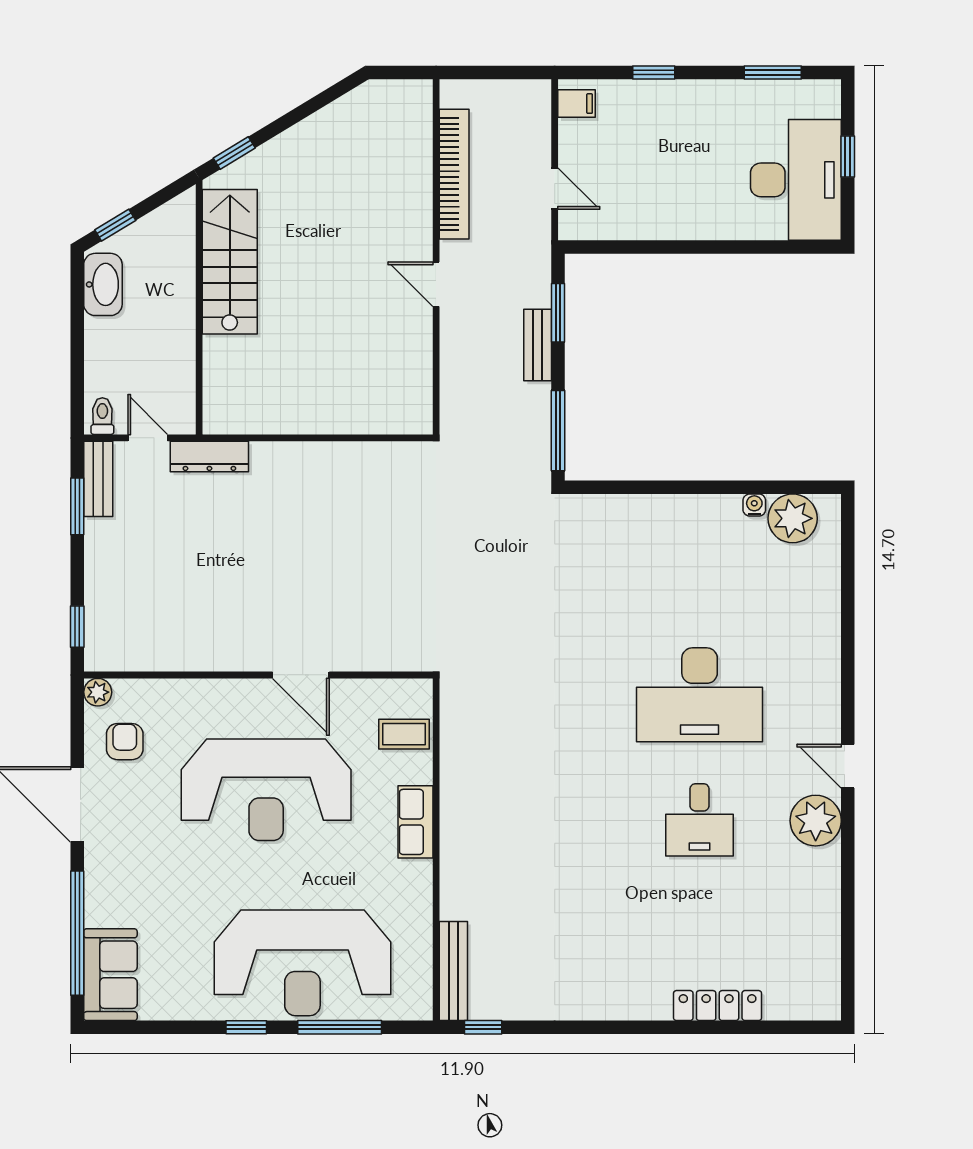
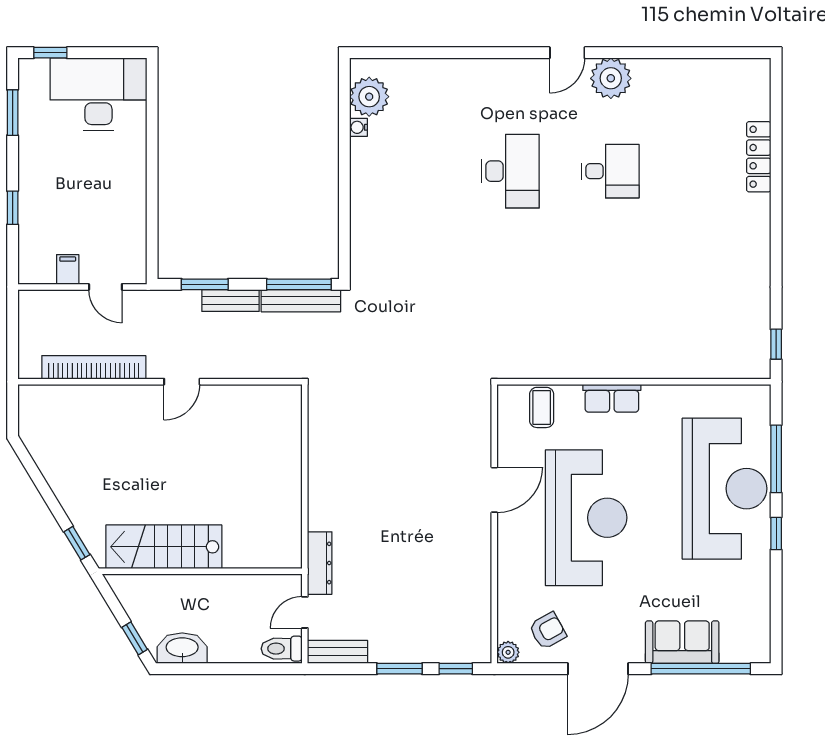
filing cabinet: (577, 104) -> (68, 269), moved
window: (848, 156) -> (50, 53), moved
door: (555, 189) -> (105, 287), swing flipped
toilet: (102, 416) -> (282, 649), width x1.37, depth x1.39
window: (77, 506) -> (399, 669), moved
desk: (700, 695) -> (510, 171), width x0.73, depth x0.77
armchair: (125, 742) -> (548, 631), turned 151
bench: (453, 971) -> (301, 301), moved
sofa: (110, 975) -> (682, 642), moved

